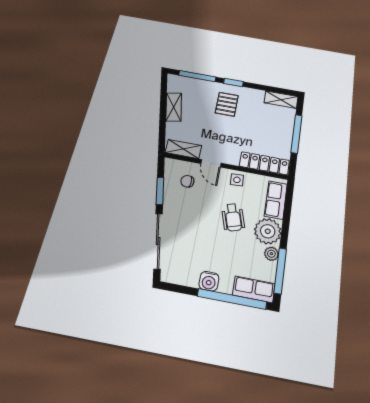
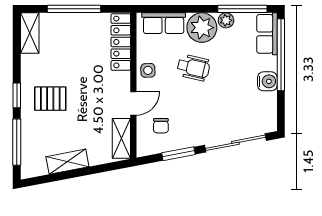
wheelchair: (233, 217) -> (193, 68), turned 30

